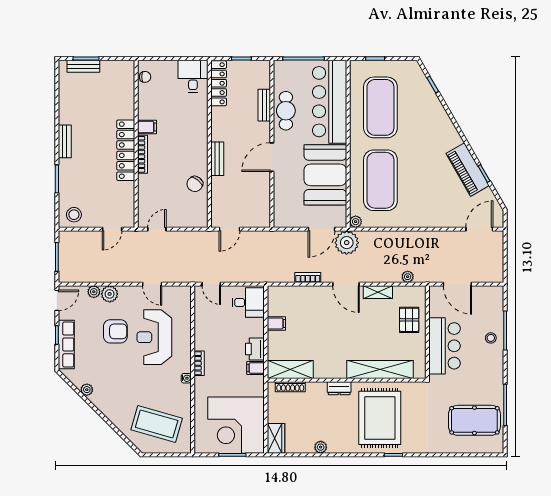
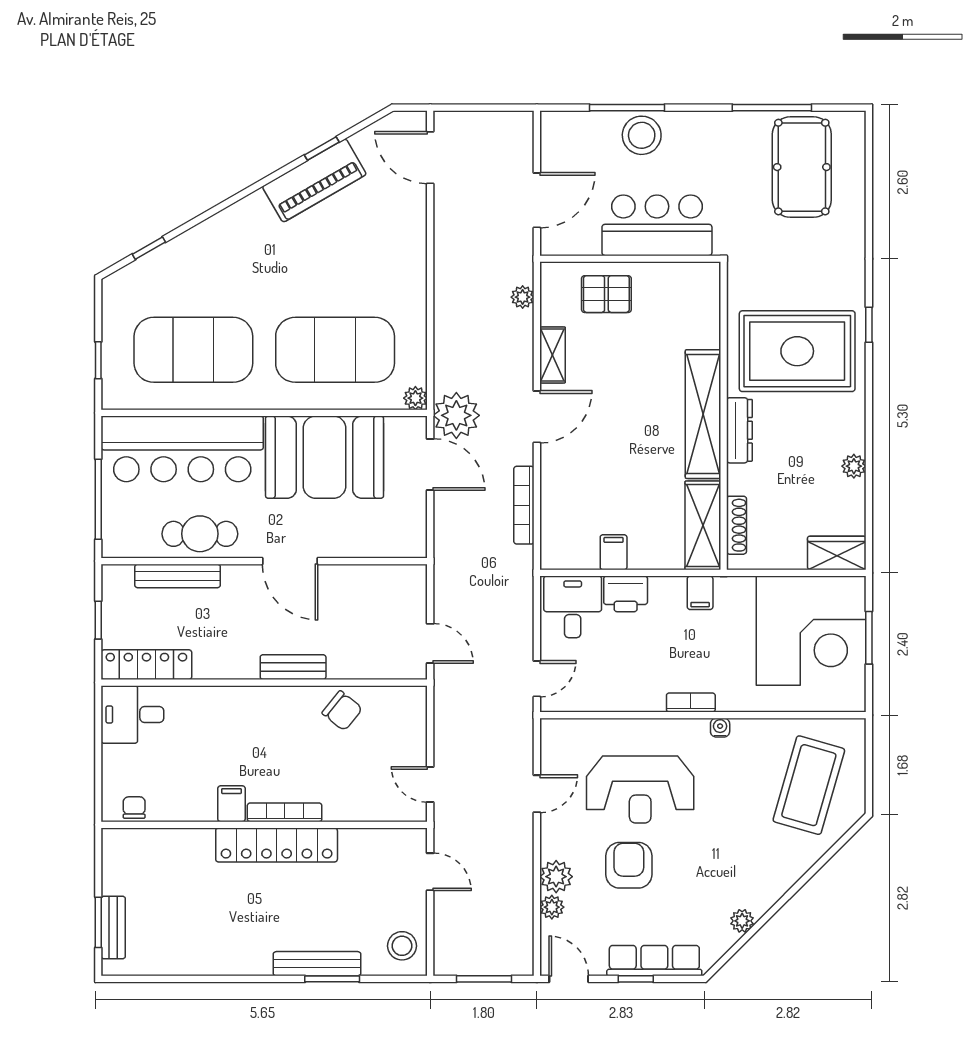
bench: (264, 105) -> (178, 576), width x1.36
bench: (65, 141) -> (317, 964), moved, width x1.36
bookcase: (308, 277) -> (524, 505), width x1.56
stool: (491, 338) -> (642, 135), width x1.89, depth x1.89
printer: (255, 349) -> (626, 594), moved
shelving: (380, 370) -> (703, 414), moved
dresser: (339, 388) -> (739, 430), width x1.44

